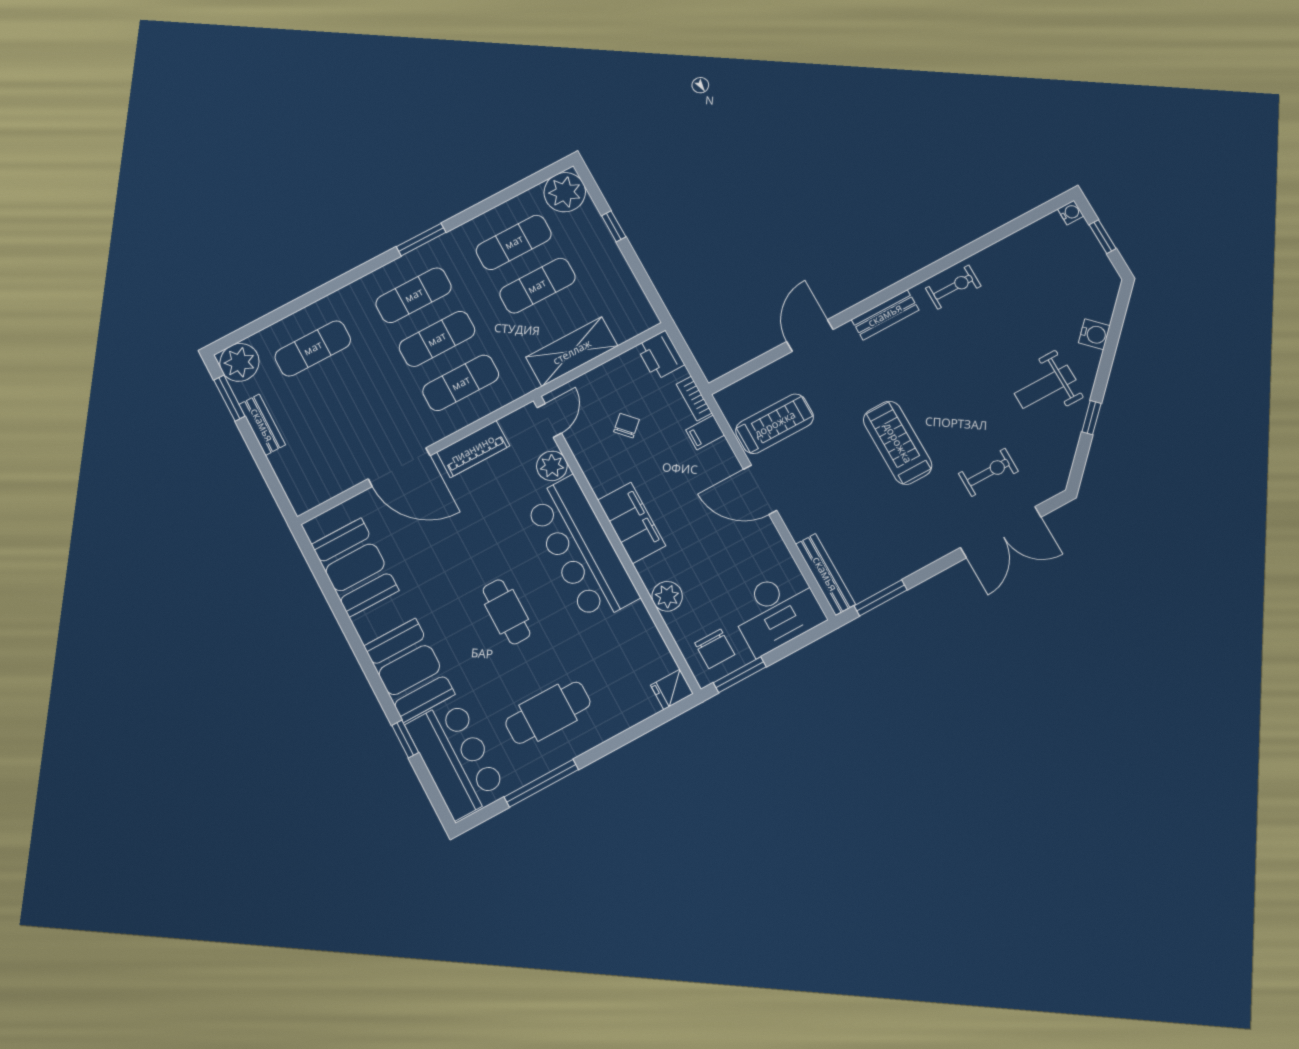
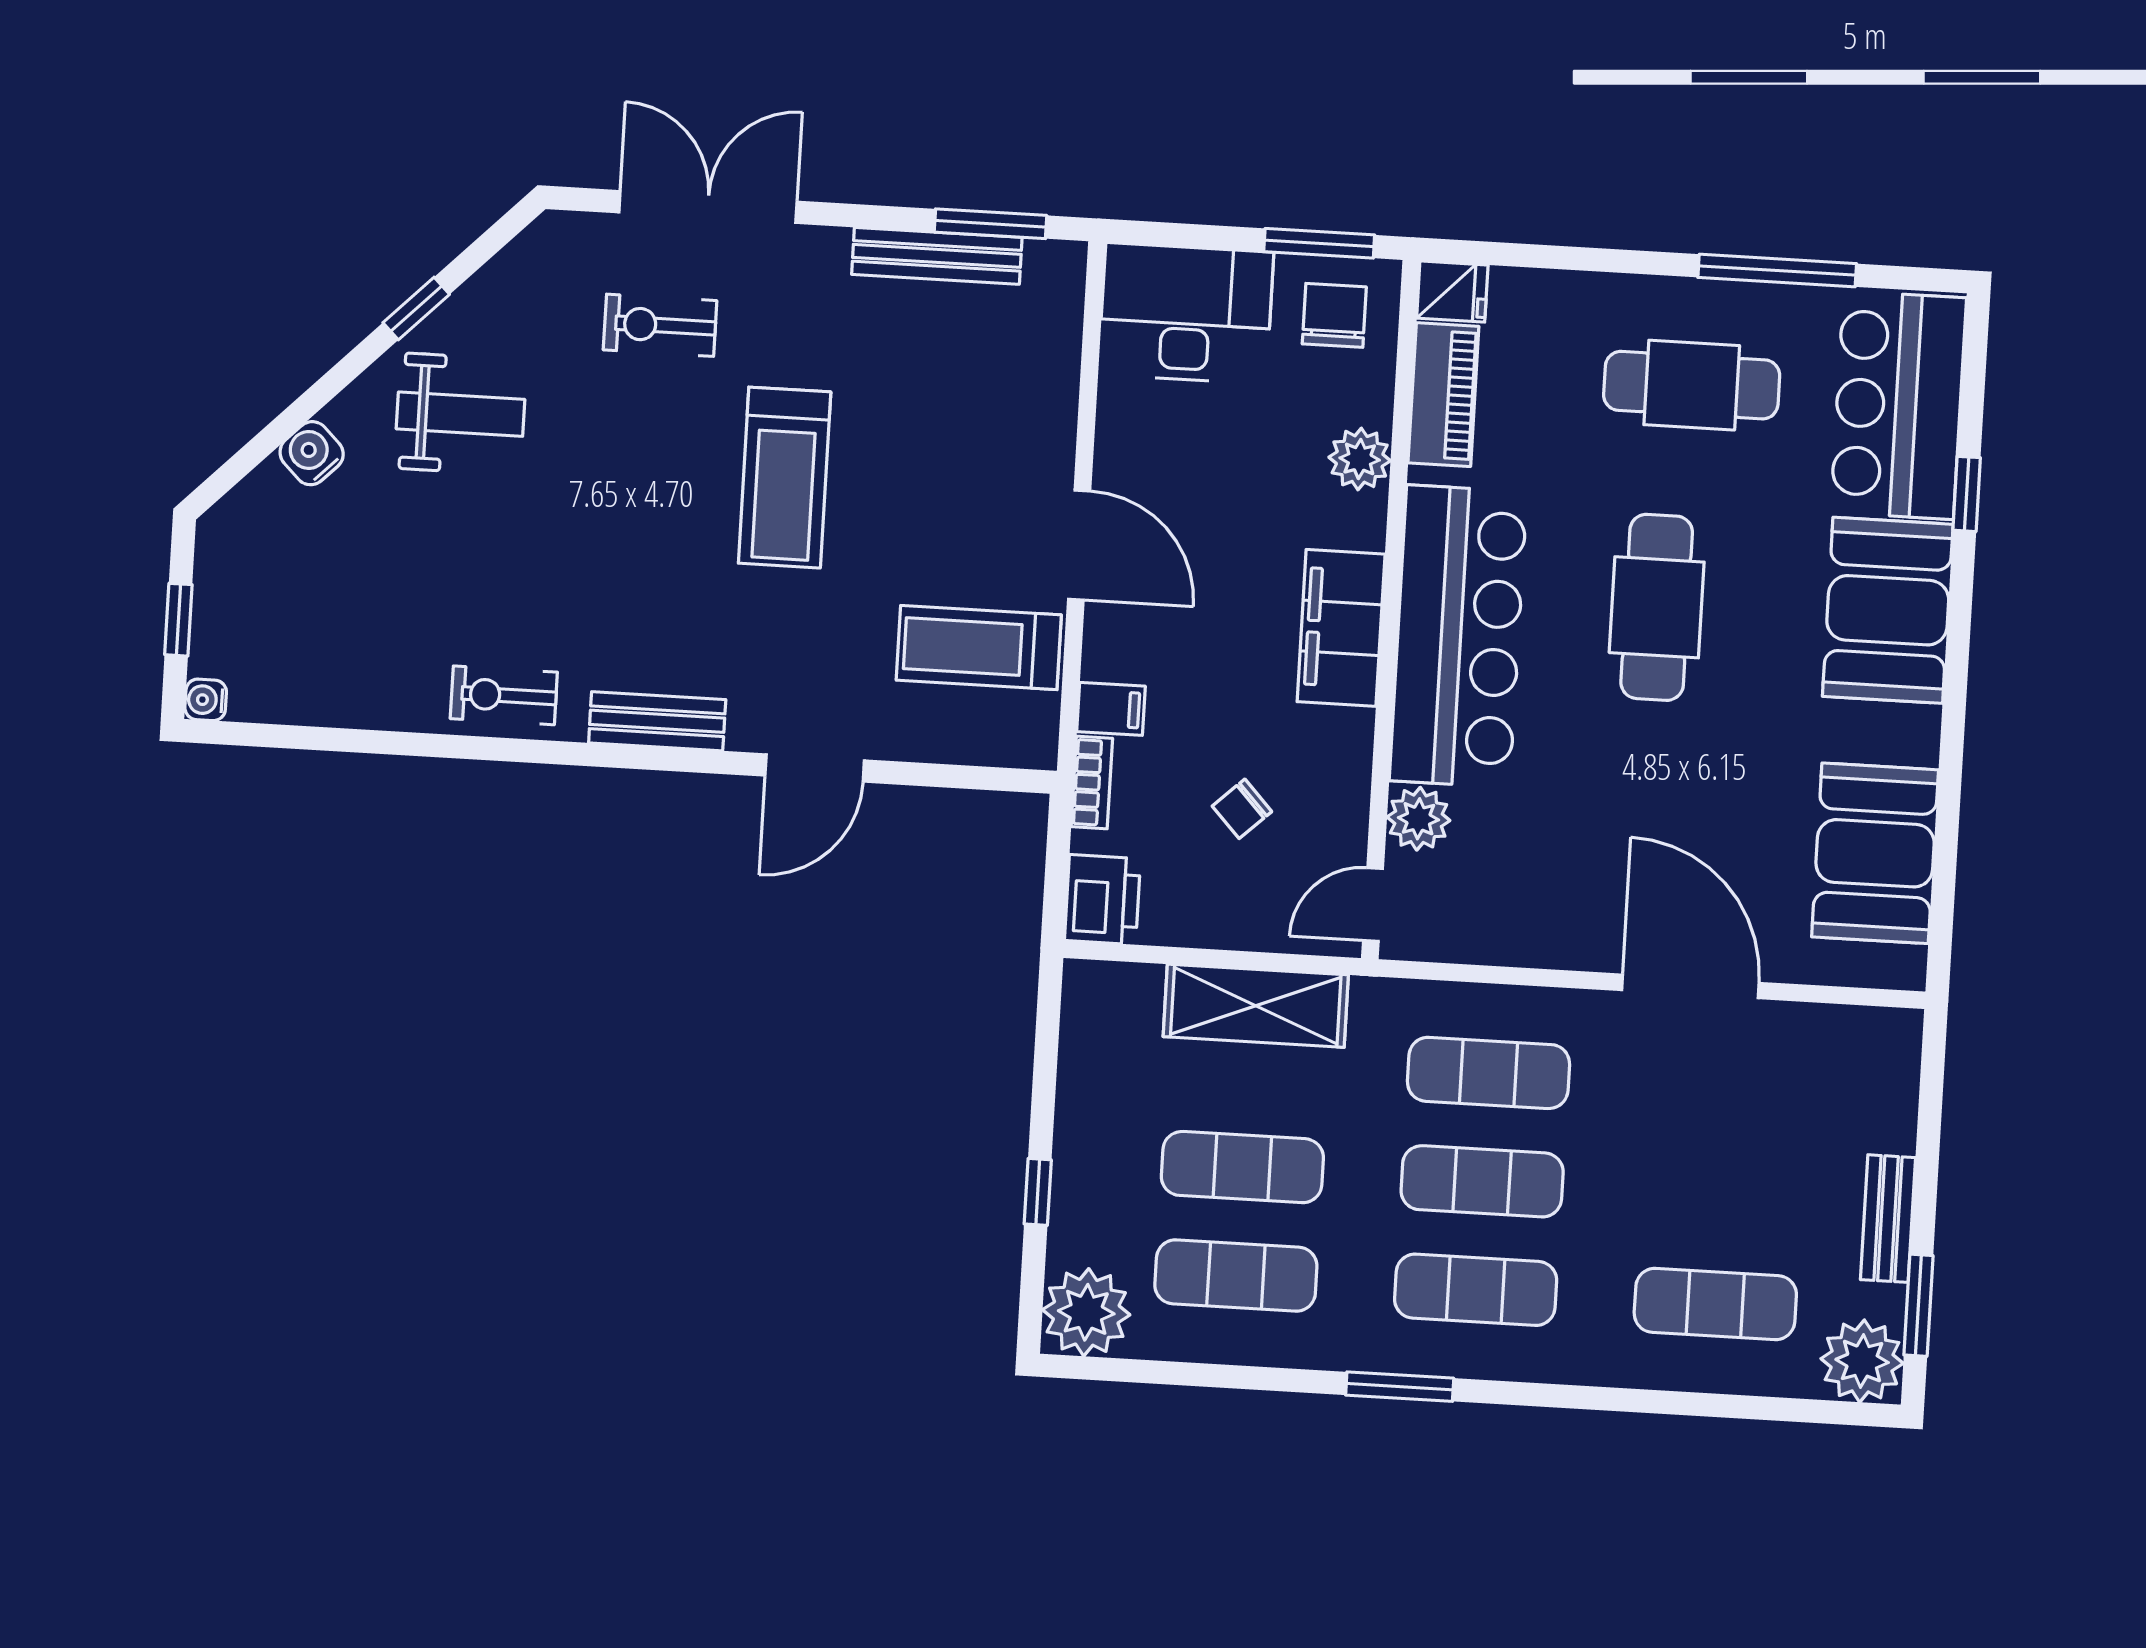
piano: (473, 449) -> (1443, 395), moved, turned 90
bench: (825, 574) -> (937, 256), moved, turned 90
cafe table: (506, 612) -> (1657, 607), width x1.37, depth x1.35

